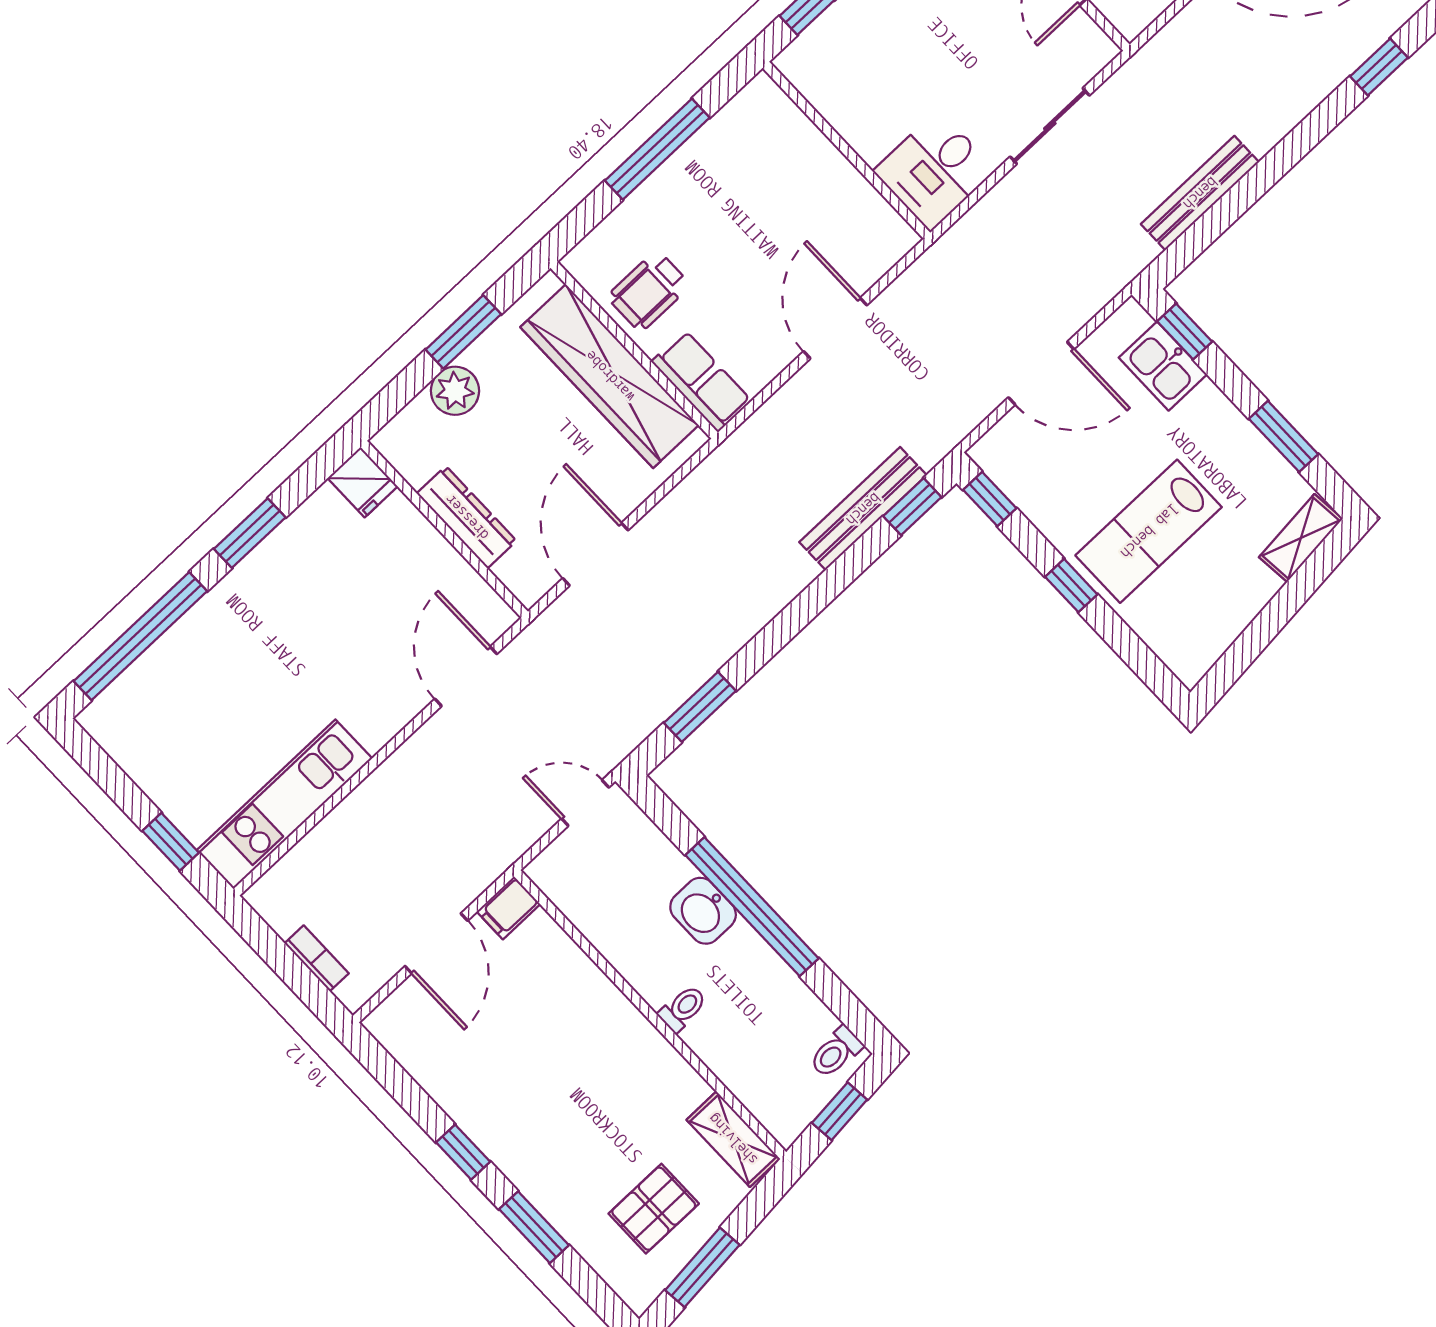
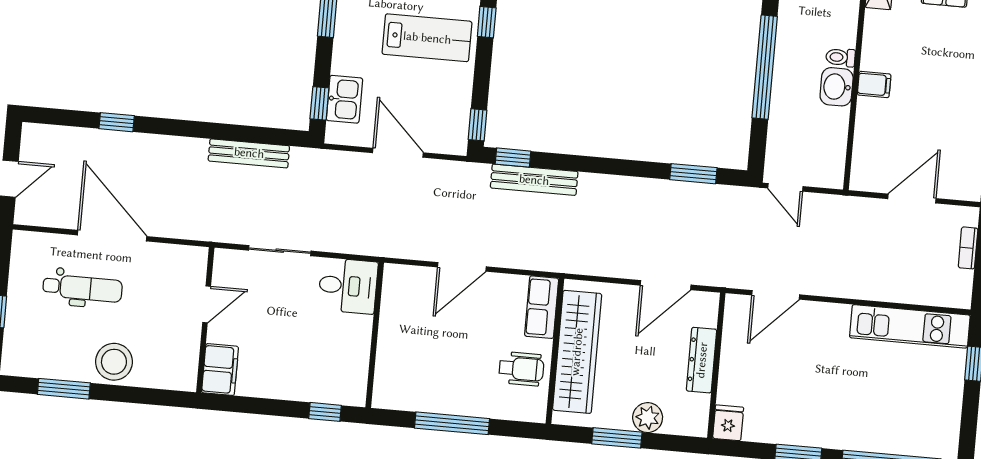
window: (1071, 586) -> (487, 22), moved
filing cabinet: (508, 908) -> (874, 84), moved
washbasin: (703, 911) -> (837, 87), moved, turned 180

